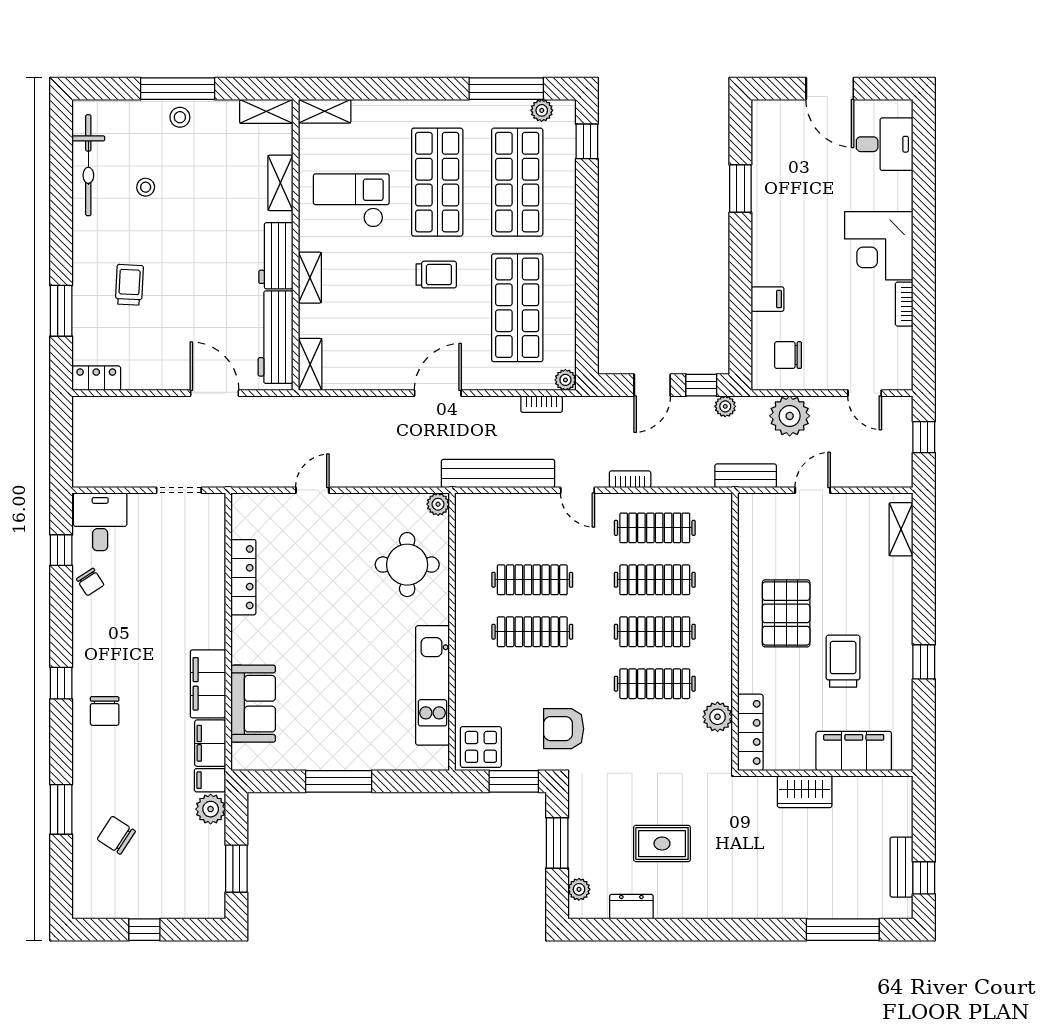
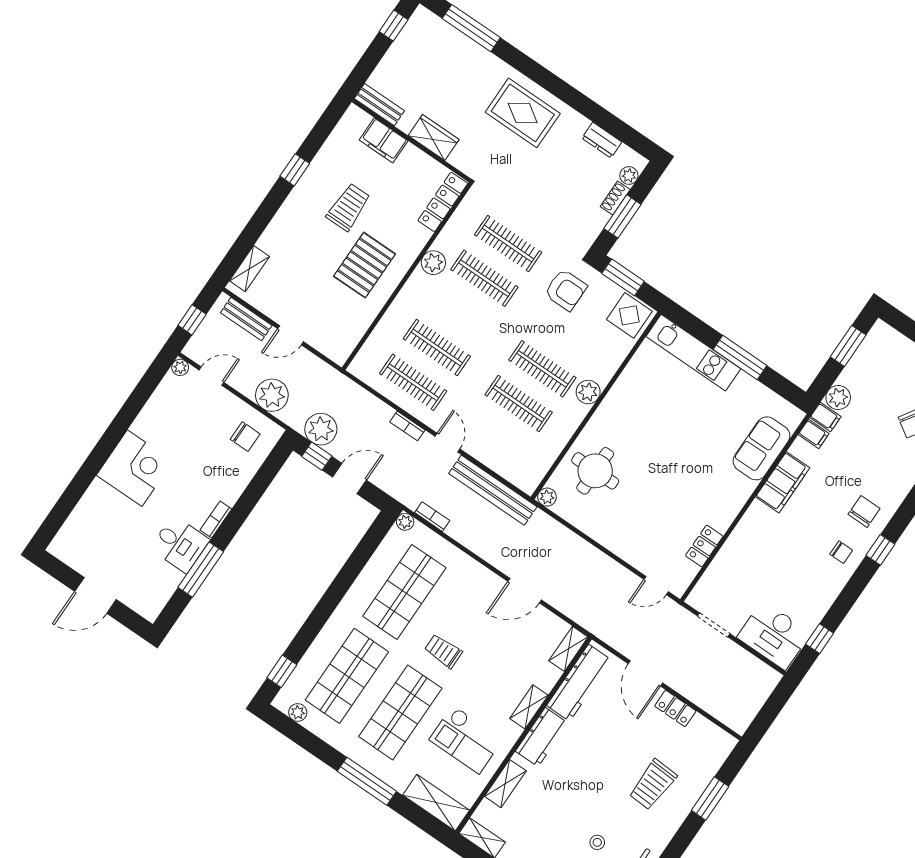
window: (506, 89) -> (367, 781), moved
door: (830, 89) -> (95, 595), swing flipped
shelving: (325, 111) -> (436, 803), width x1.50, depth x1.33
desk: (885, 144) -> (180, 544), moved, turned 180
window: (740, 189) -> (201, 570), width x1.44
trolley: (129, 285) -> (653, 785), width x1.36, depth x1.39
filing cabinet: (768, 299) -> (233, 483), removed
bookcase: (904, 304) -> (216, 519), moved, turned 180
locker: (96, 378) -> (675, 708), moved
plant: (903, 380) -> (180, 367), added
door: (438, 393) -> (525, 591), moved
door: (865, 393) -> (211, 376), hinge flipped
plant: (725, 406) -> (321, 429), width x1.88, depth x1.88
bench: (746, 476) -> (246, 319), moved
door: (312, 490) -> (656, 586), moved
desk: (100, 522) -> (774, 635), width x1.37
locker: (243, 577) -> (704, 546), width x0.66
chair: (90, 582) -> (841, 552), moved, turned 123
clothes rail: (655, 632) -> (508, 243), moved
plant: (469, 640) -> (588, 392), added
trolley: (843, 661) -> (348, 207), turned 180
kitchen unit: (432, 685) -> (693, 353), moved, turned 90
plant: (718, 717) -> (433, 263), moved
filing cabinet: (210, 743) -> (814, 434), width x0.50
filing cabinet: (854, 751) -> (384, 140), width x0.67, depth x0.86
rug: (662, 844) -> (523, 113), moved, width x1.36, depth x1.43
shoe rack: (577, 857) -> (615, 198), added
bench: (902, 867) -> (379, 105), moved, turned 90

